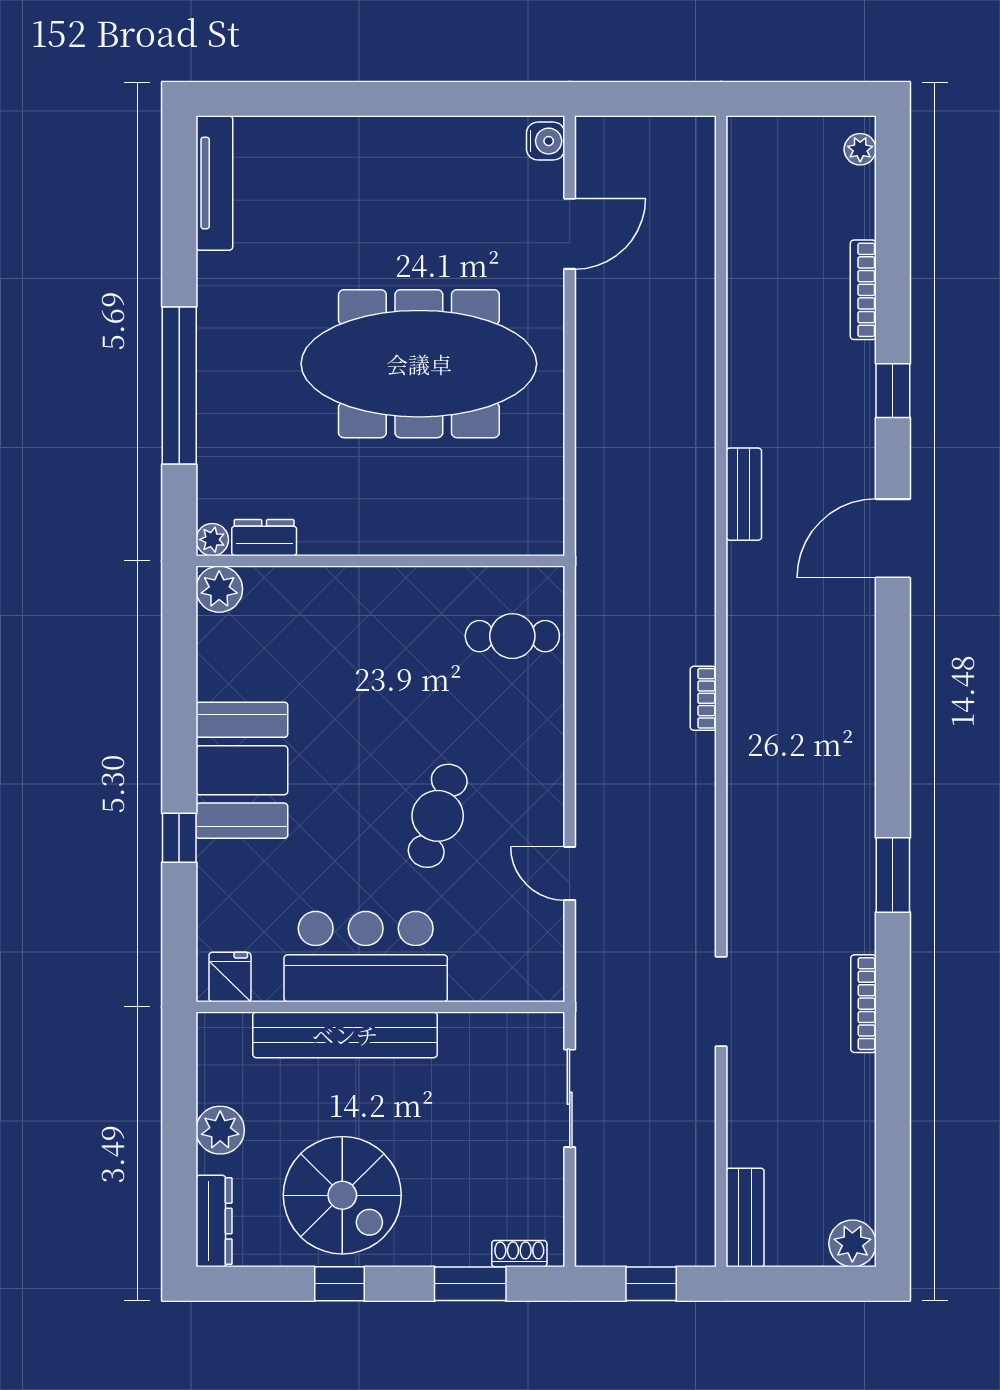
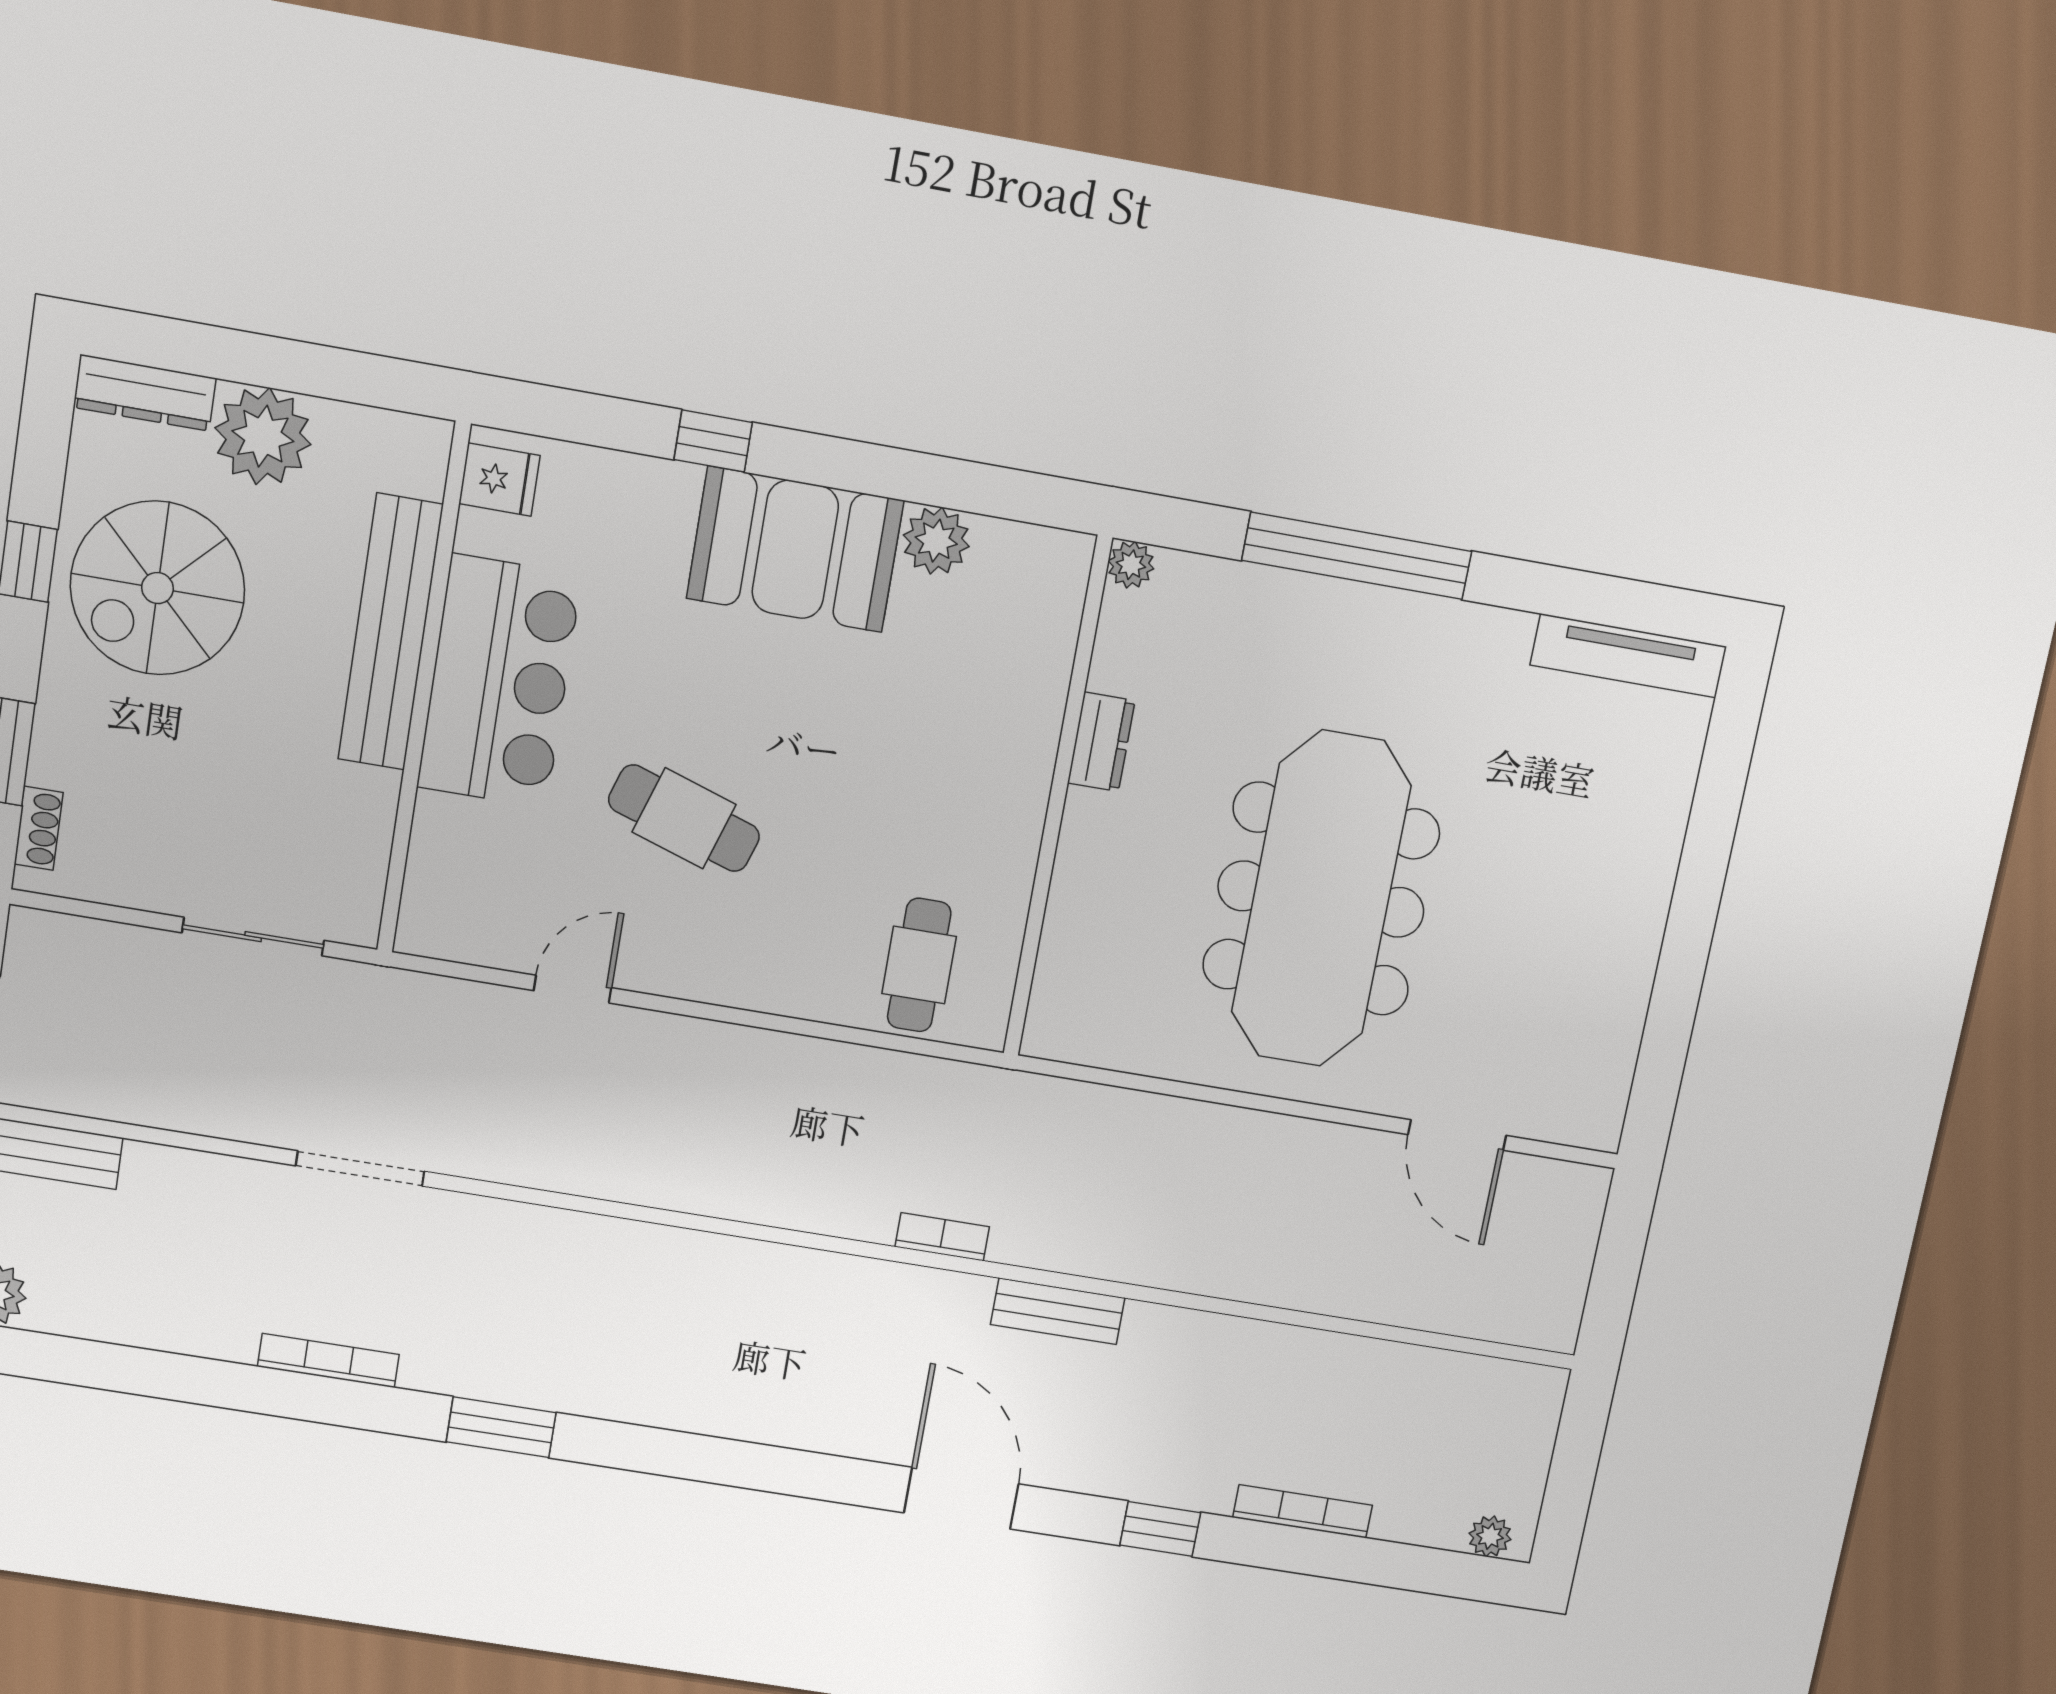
water cooler: (546, 141) -> (1589, 1123), removed
dresser: (264, 538) -> (1101, 742), moved
plant: (219, 589) -> (936, 541), moved
bookcase: (703, 698) -> (942, 1237), moved
plant: (220, 1130) -> (263, 436), width x1.36, depth x1.36

